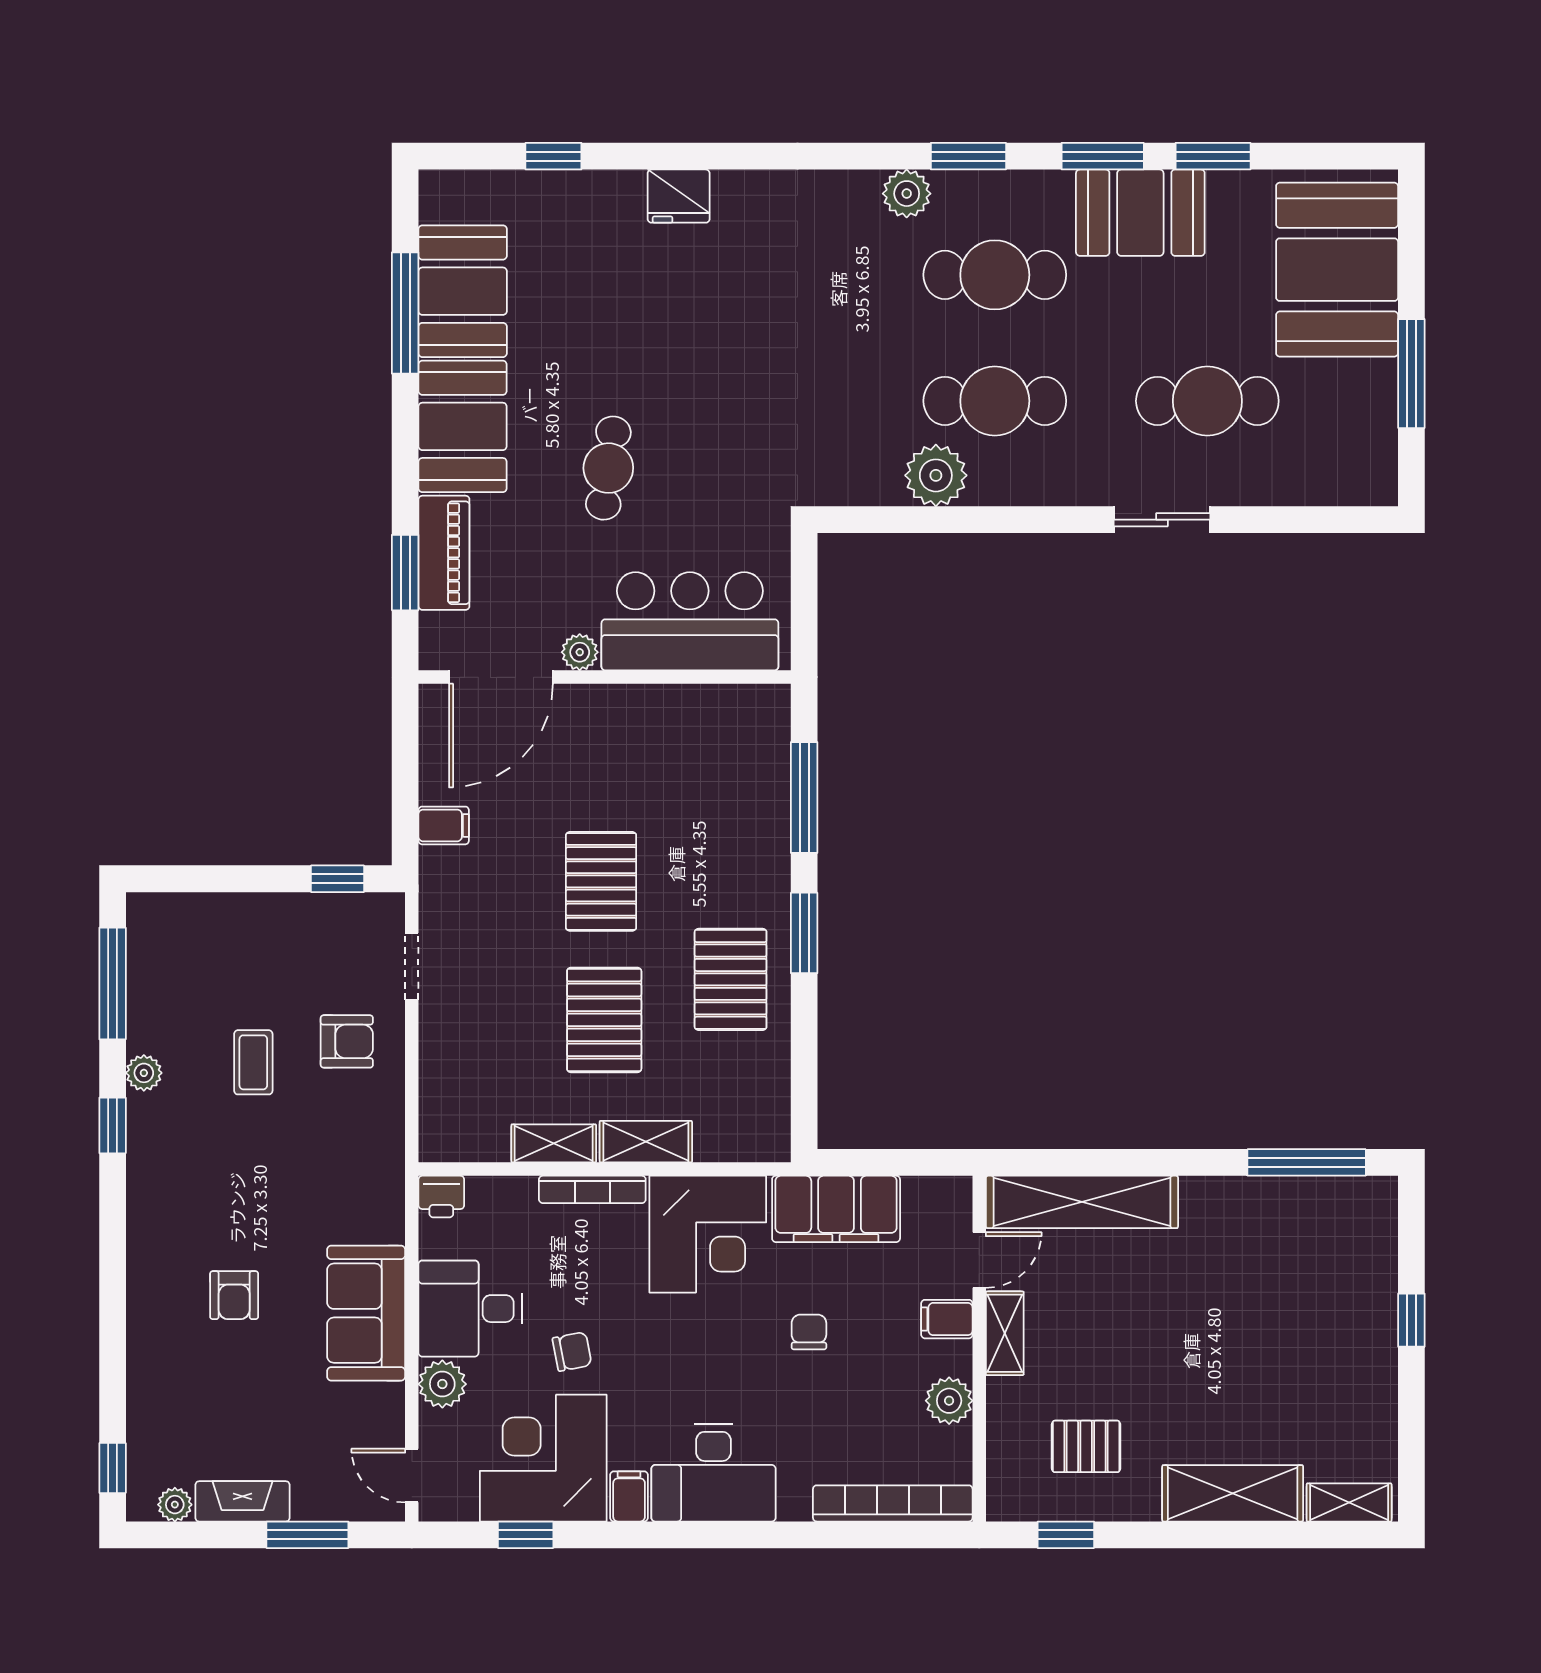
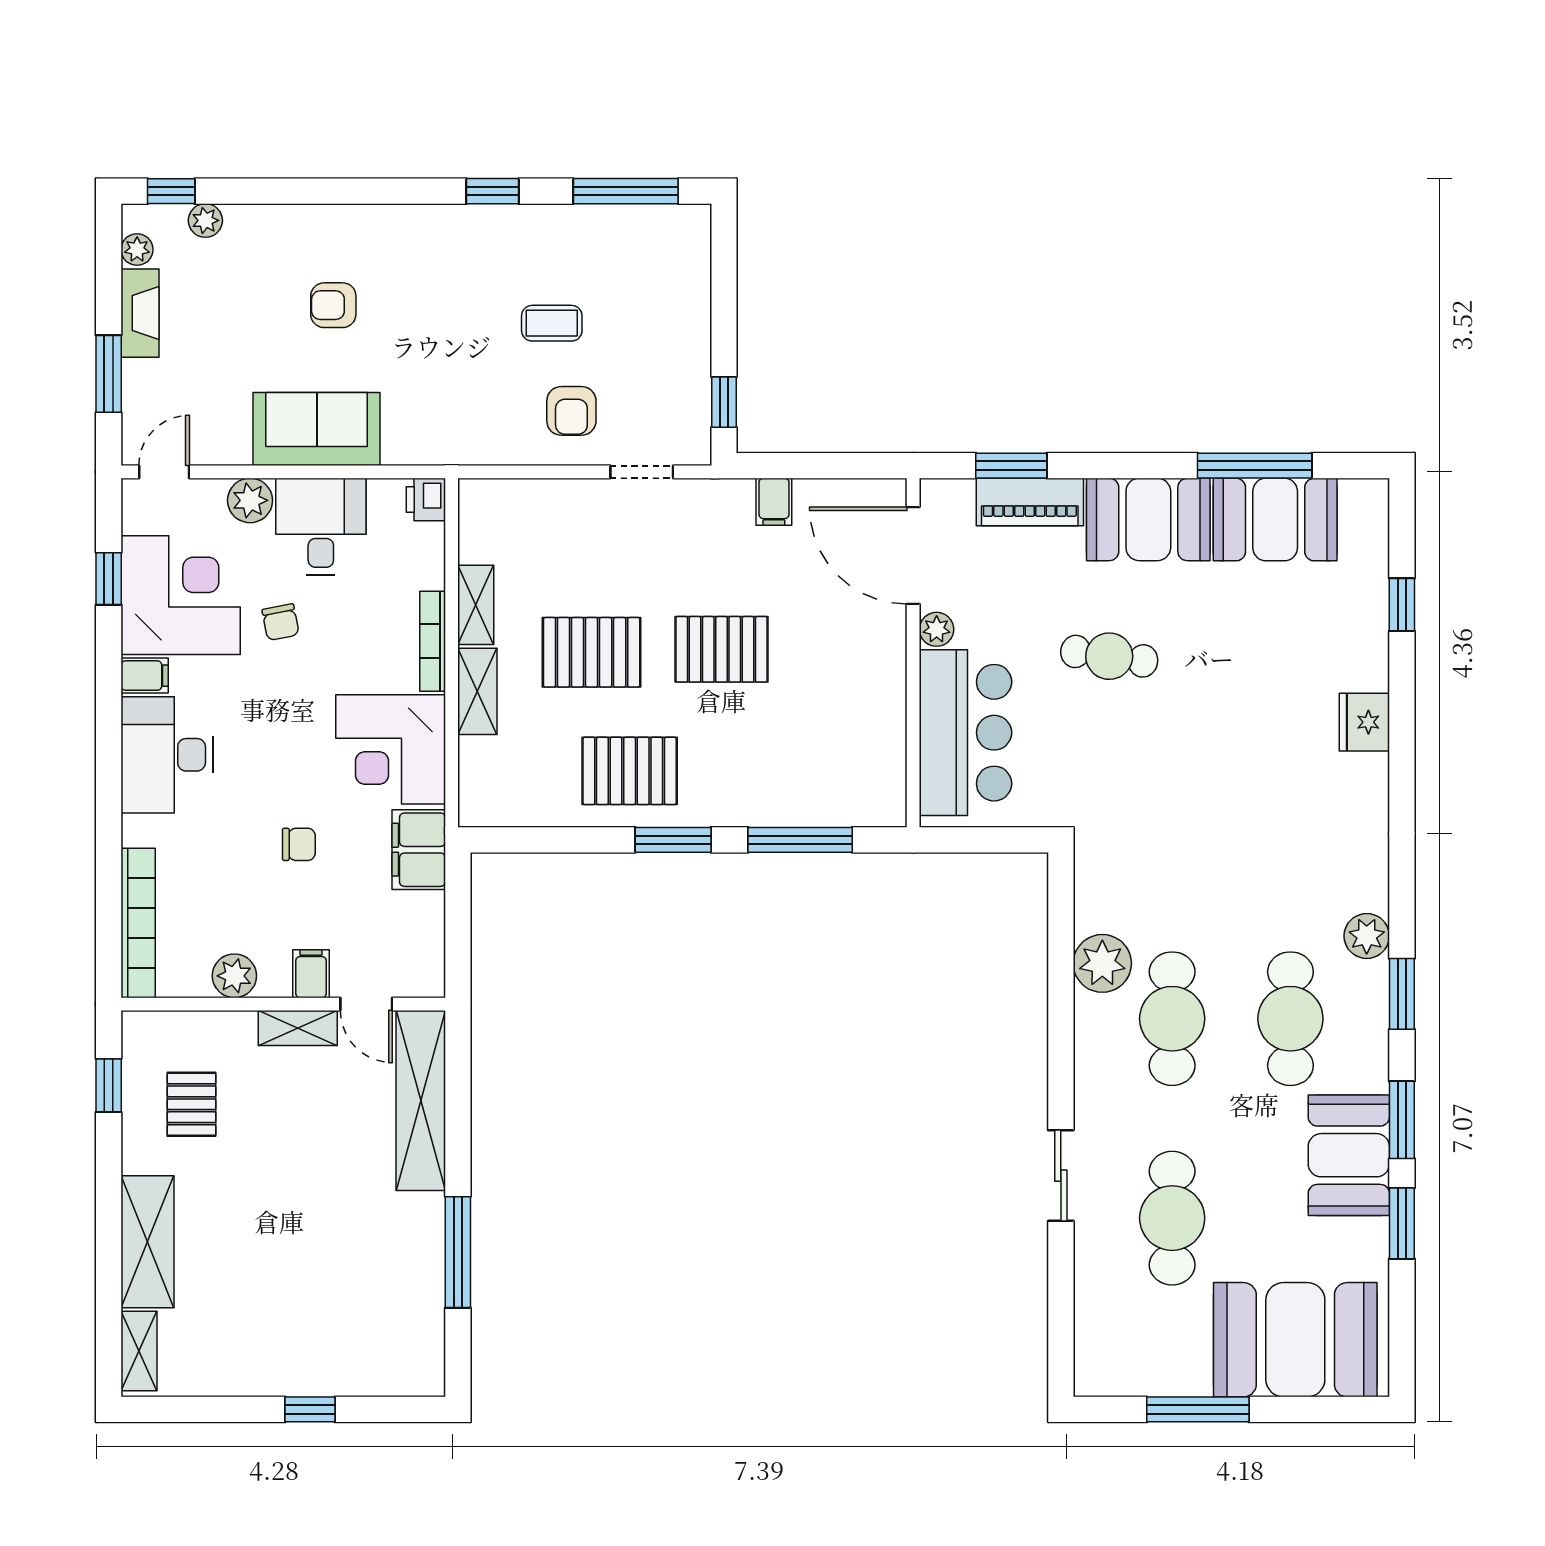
plant: (144, 1073) -> (205, 220), moved
window: (1307, 1162) -> (458, 1252), moved
filing cabinet: (836, 1209) -> (419, 850), width x0.67, depth x0.86

